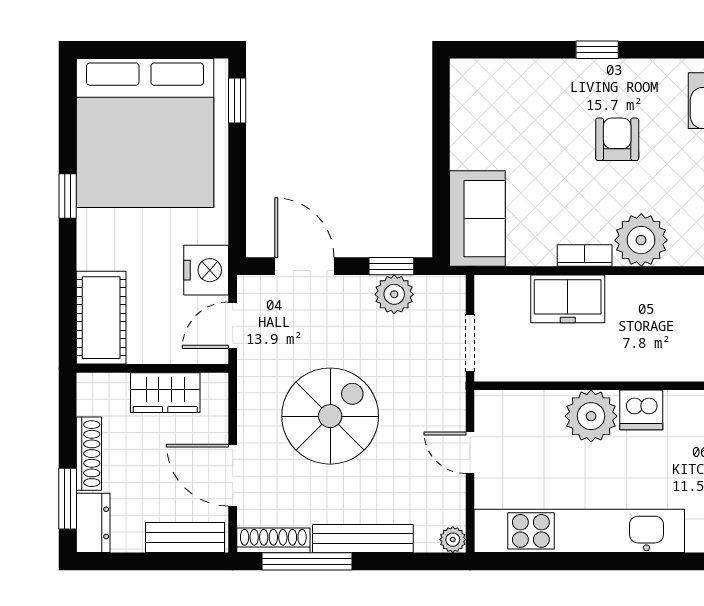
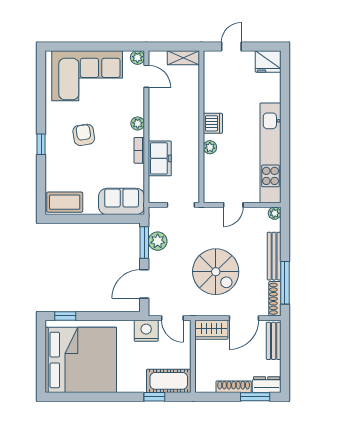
coffee table: (476, 99) -> (65, 202), added
armchair: (617, 139) -> (84, 135), turned 81
window: (68, 196) -> (154, 397), moved
plant: (641, 240) -> (138, 123), width x0.53, depth x0.53
window: (391, 266) -> (144, 243), width x1.50
wardrobe: (165, 393) -> (211, 330), moved, turned 90
spiral stairs: (330, 416) -> (216, 272), turned 180
plant: (591, 416) -> (210, 147), width x0.53, depth x0.53

